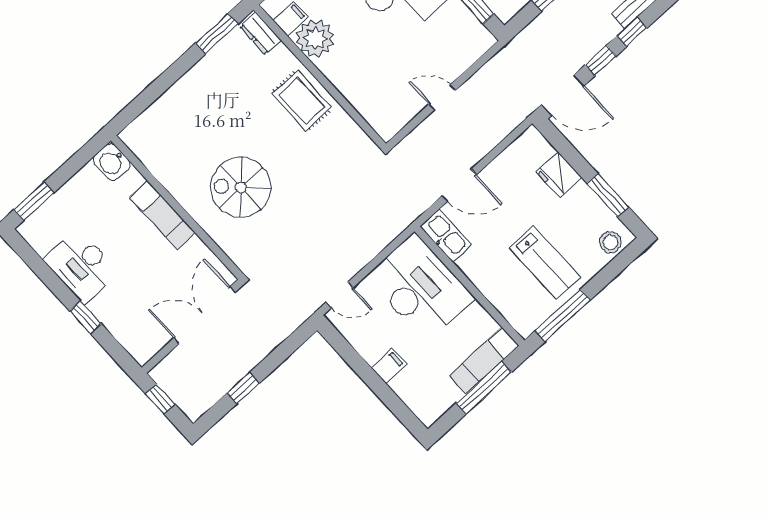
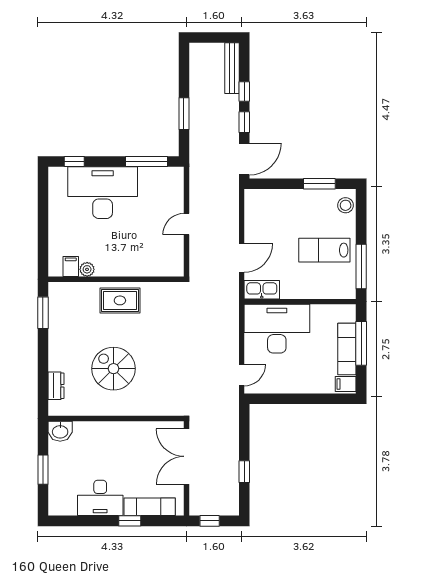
dresser: (260, 33) -> (56, 386), moved, turned -90
plant: (315, 38) -> (87, 269), width x0.53, depth x0.53
fridge: (559, 174) -> (284, 200), removed
spiral stairs: (241, 187) -> (113, 369), moved, turned 90
window: (34, 201) -> (43, 470), moved
exam couch: (163, 215) -> (150, 507), moved, turned 180
lab bench: (545, 263) -> (324, 250), turned 180
exam couch: (484, 361) -> (347, 349), moved
filing cabinet: (389, 366) -> (346, 384), moved, turned -90

